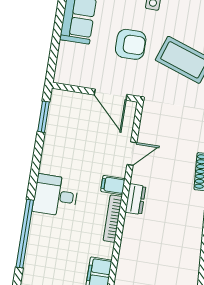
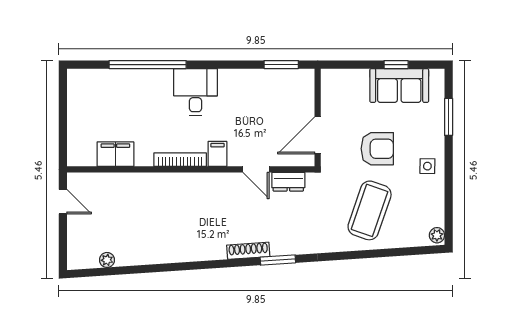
window: (60, 16) -> (396, 65), added
armchair: (131, 44) -> (377, 149), turned -90
dresser: (136, 199) -> (288, 182), moved

